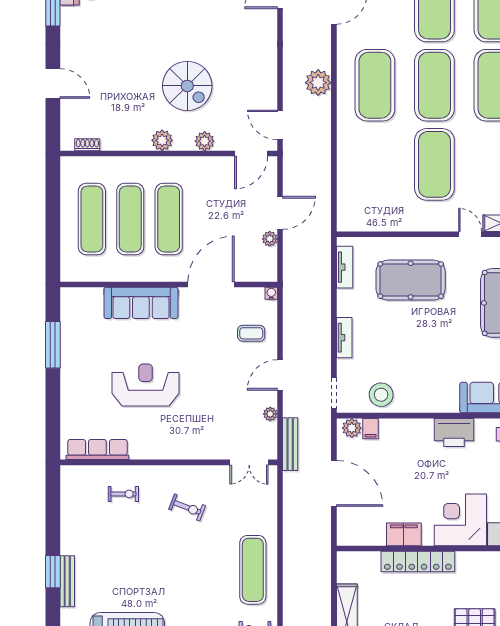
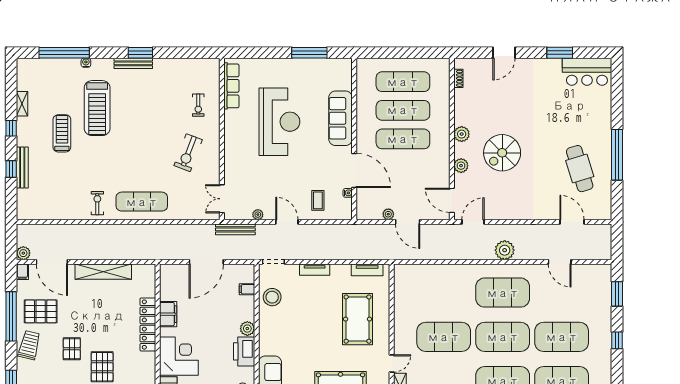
water cooler: (271, 293) -> (348, 193), moved
reception desk: (146, 385) -> (279, 122), width x1.36, depth x1.30
plant: (352, 428) -> (247, 329), moved
exercise bike: (187, 507) -> (188, 153), width x1.38, depth x1.39

